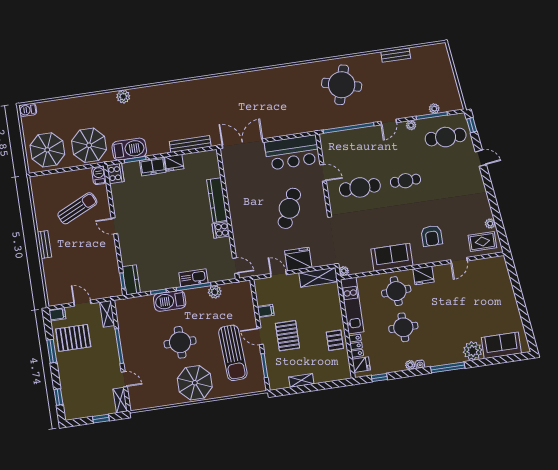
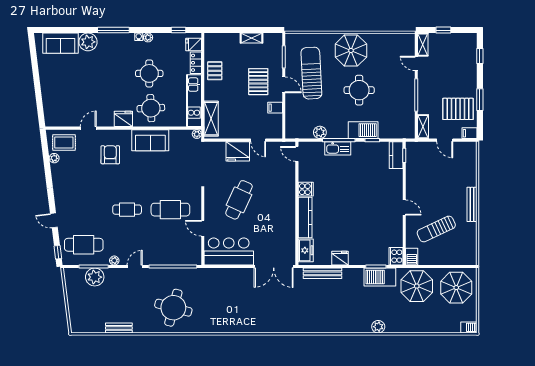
plant: (434, 109) -> (95, 277), width x1.88, depth x1.88
freezer: (153, 166) -> (306, 250), moved, turned 90
bench: (44, 245) -> (472, 204), width x1.36
shelving: (318, 277) -> (211, 119), moved, turned 90

